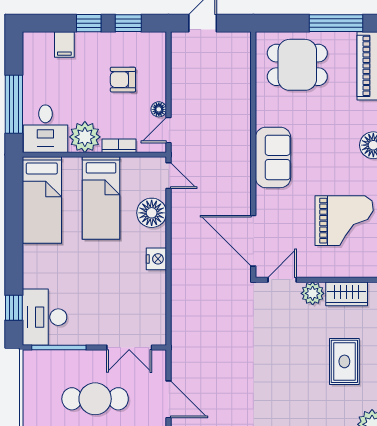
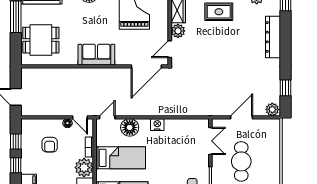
dining table: (297, 65) -> (41, 40), turned 90
door: (282, 280) -> (170, 49), hinge flipped

